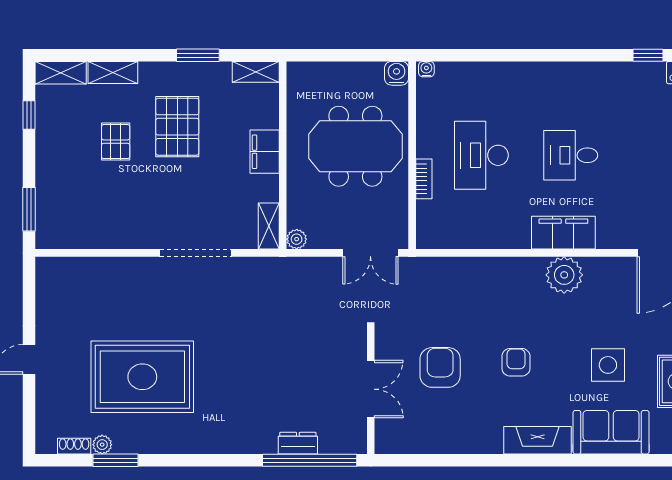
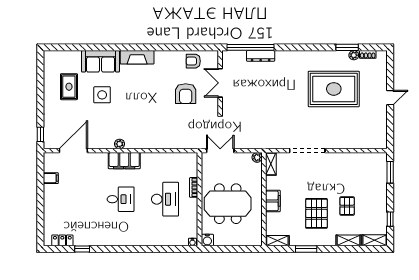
plant: (564, 275) -> (120, 144), width x0.53, depth x0.53
armchair: (516, 362) -> (193, 61), moved, turned 90
dresser: (298, 443) -> (261, 56), width x1.44

